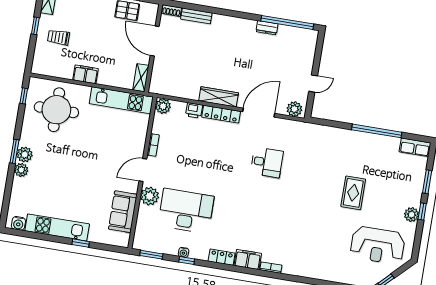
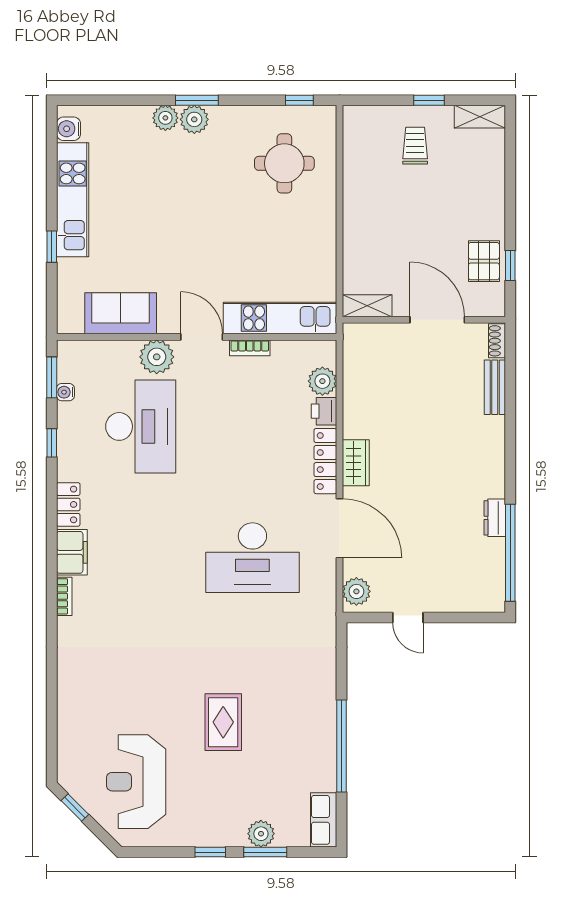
door: (155, 41) -> (437, 320), hinge flipped
filing cabinet: (86, 74) -> (357, 205), removed
wardrobe: (219, 97) -> (356, 463), width x0.67
kitchen unit: (121, 100) -> (280, 318), moved, turned 90
plant: (163, 106) -> (322, 381), moved
round table: (56, 110) -> (284, 163), width x0.73, depth x0.73
desk: (267, 162) -> (252, 558), width x1.87, depth x1.30
rug: (353, 193) -> (223, 722), turned 90
plant: (412, 215) -> (261, 834), moved
water cooler: (184, 252) -> (65, 392), moved

